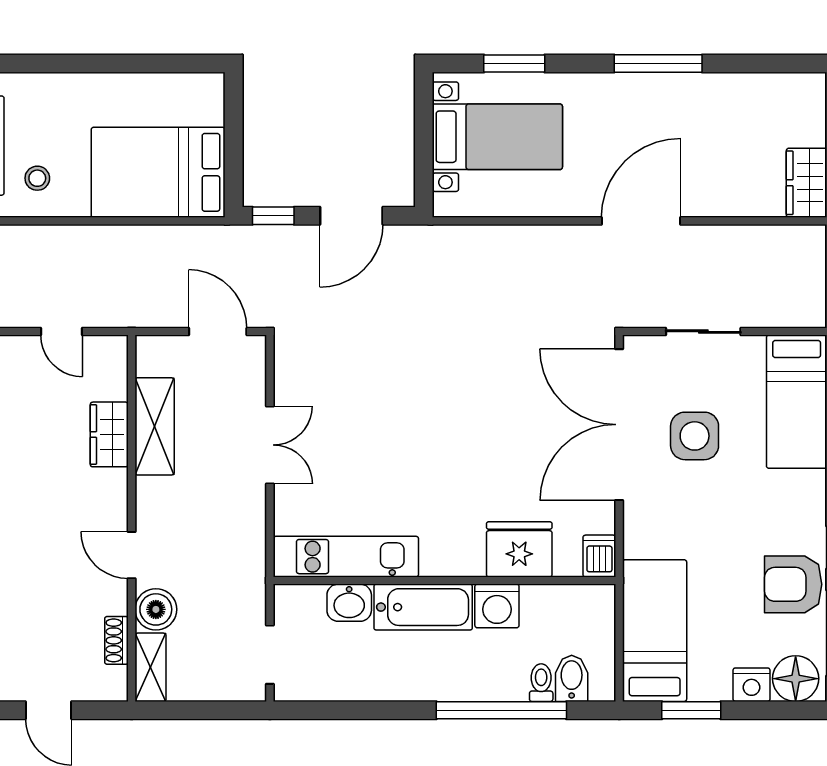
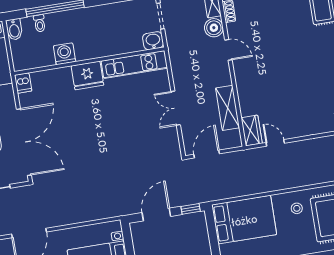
door: (218, 332) -> (207, 154), swing flipped
wardrobe: (109, 434) -> (252, 131), moved
fridge: (519, 549) -> (87, 75), moved
washbasin: (349, 603) -> (153, 41), moved
bathtub: (423, 607) -> (97, 48), removed
bidet: (572, 678) -> (14, 29), moved

